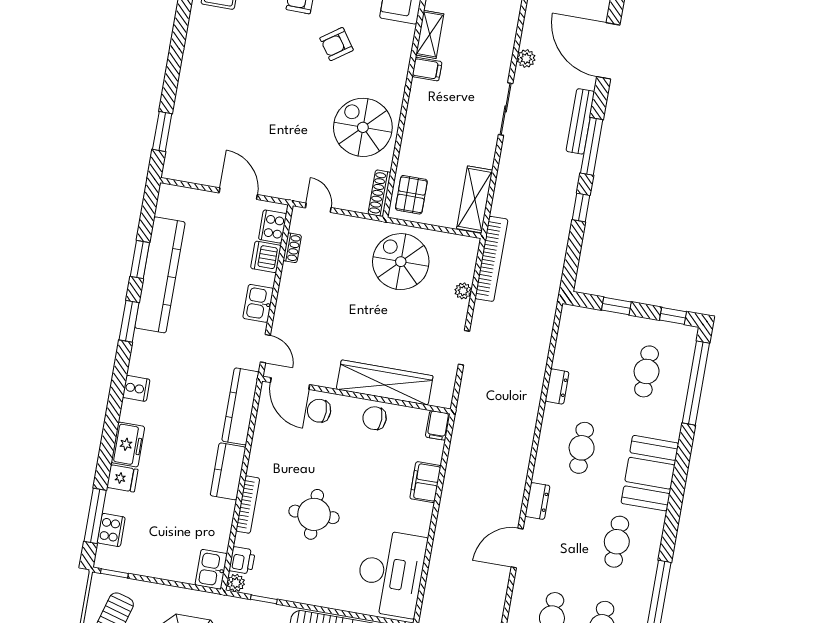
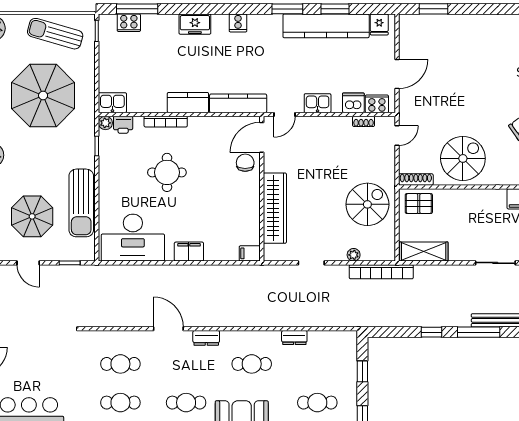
chair: (375, 418) -> (247, 205), removed
fridge: (122, 478) -> (379, 24), moved
filing cabinet: (425, 482) -> (189, 252), moved

